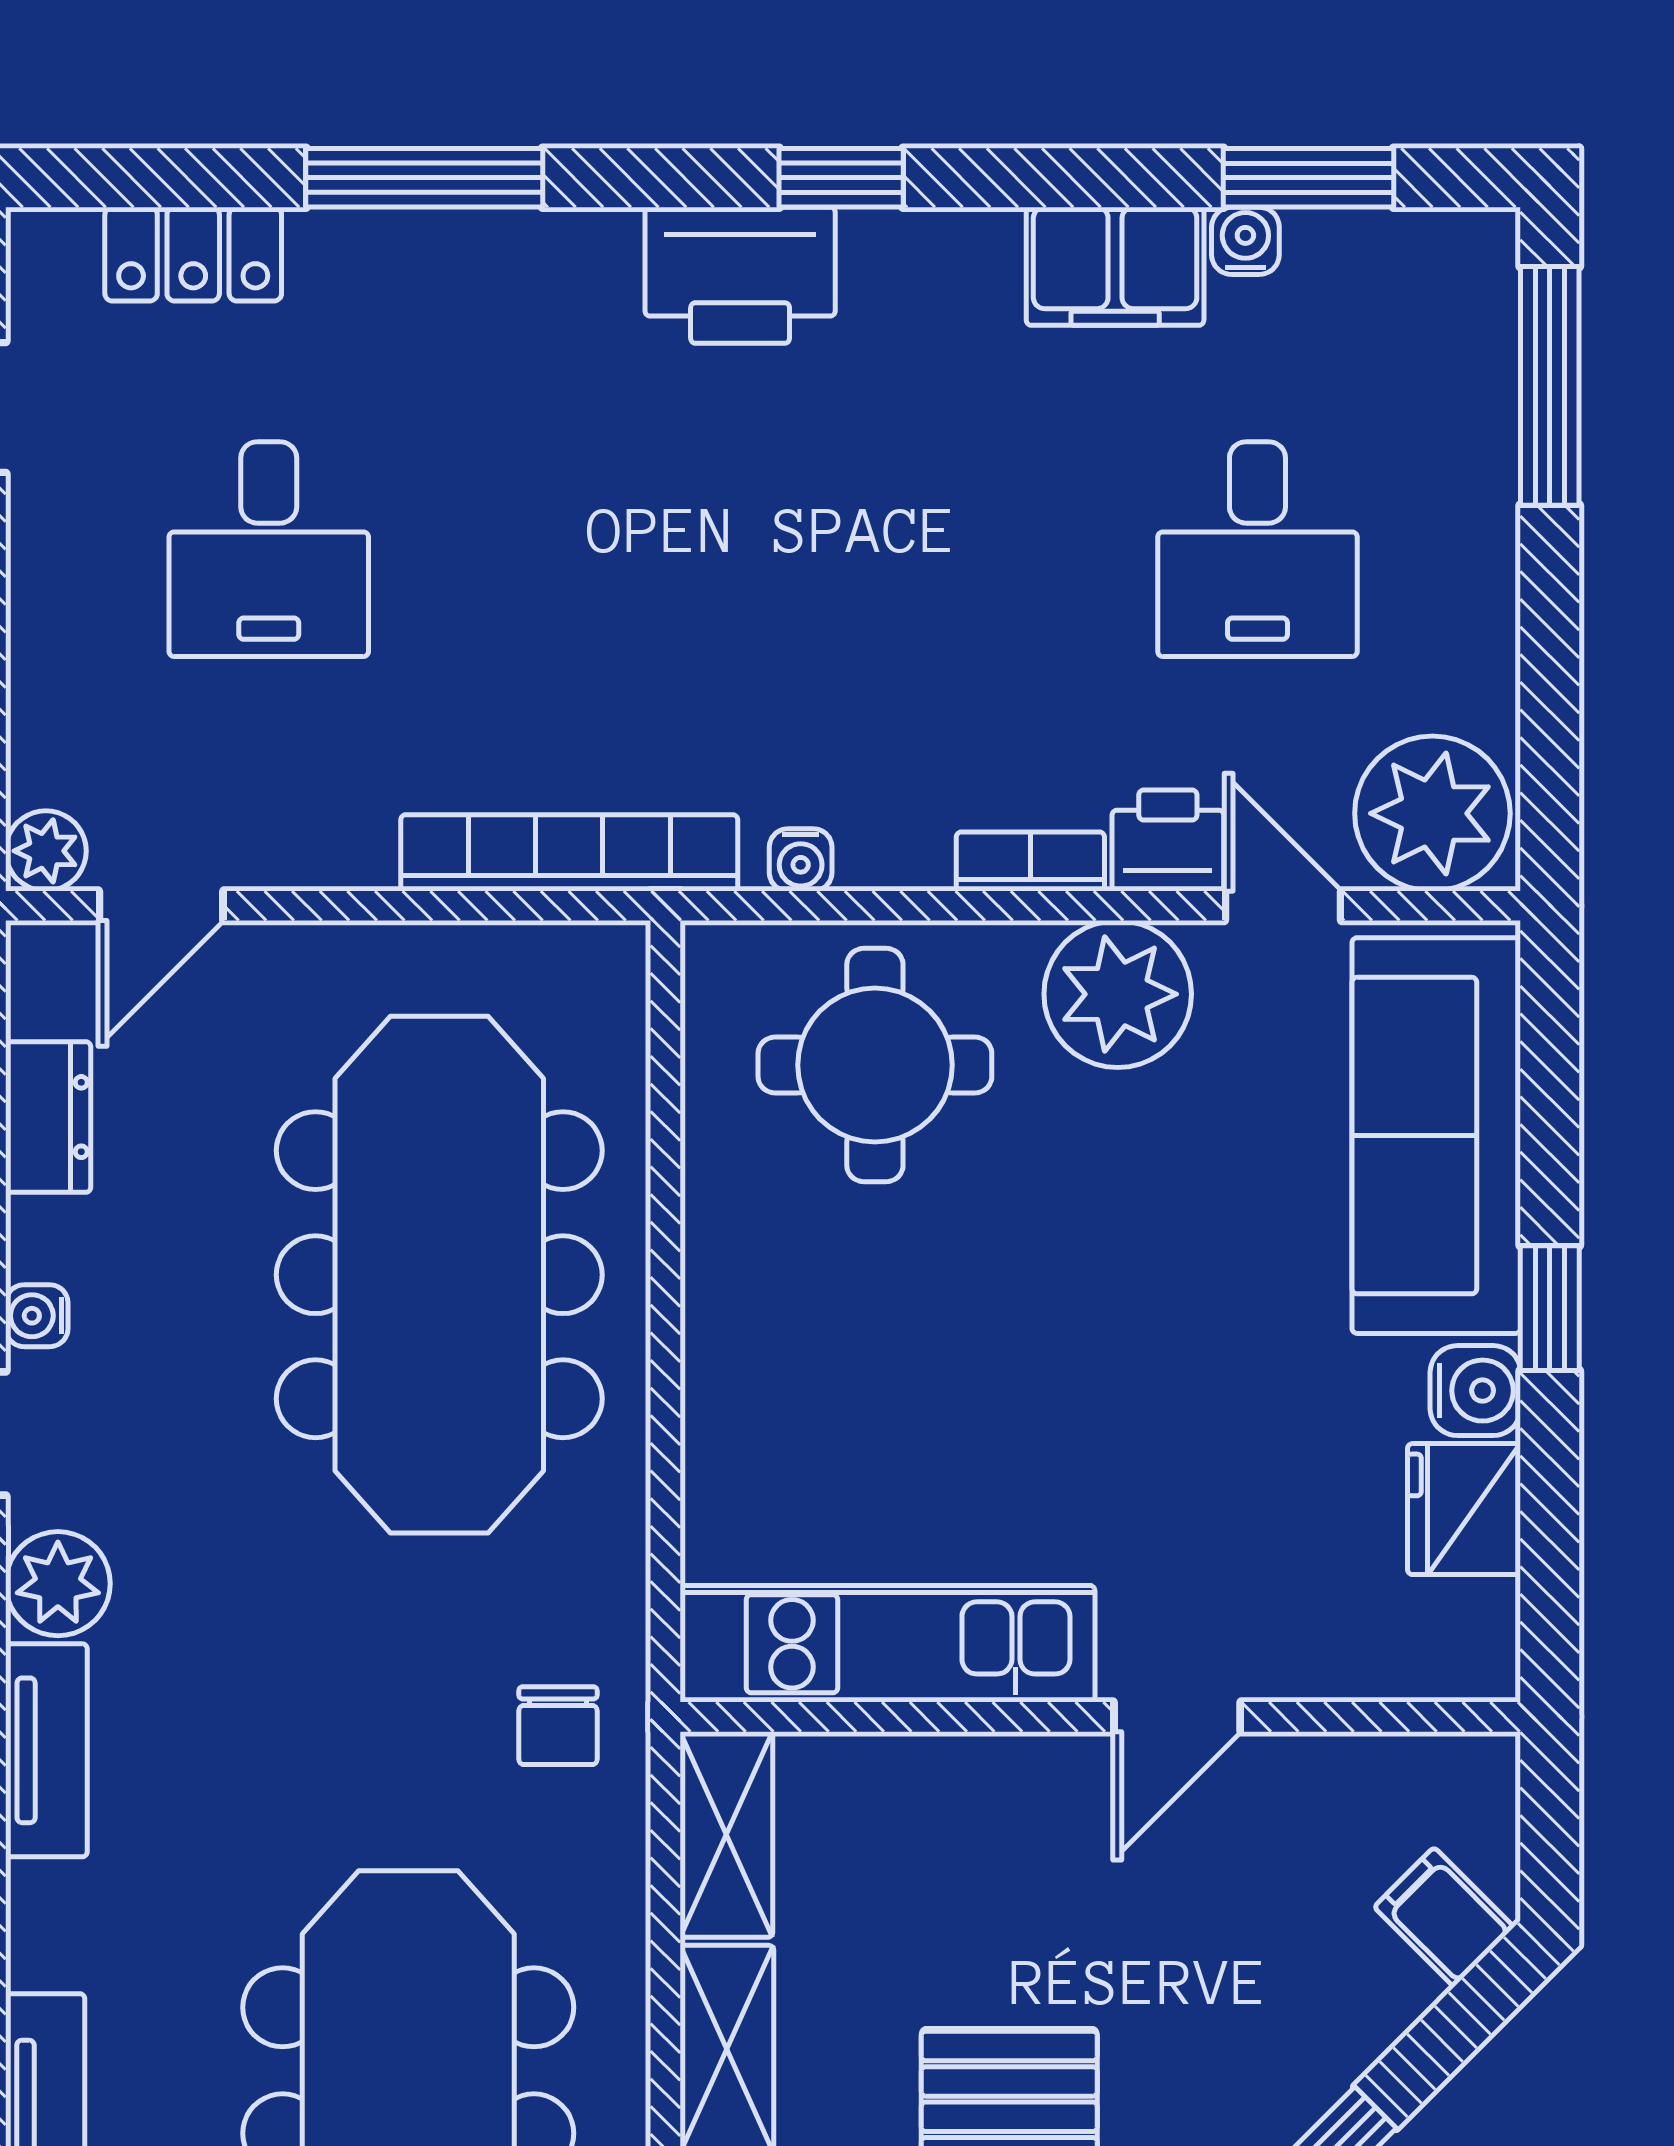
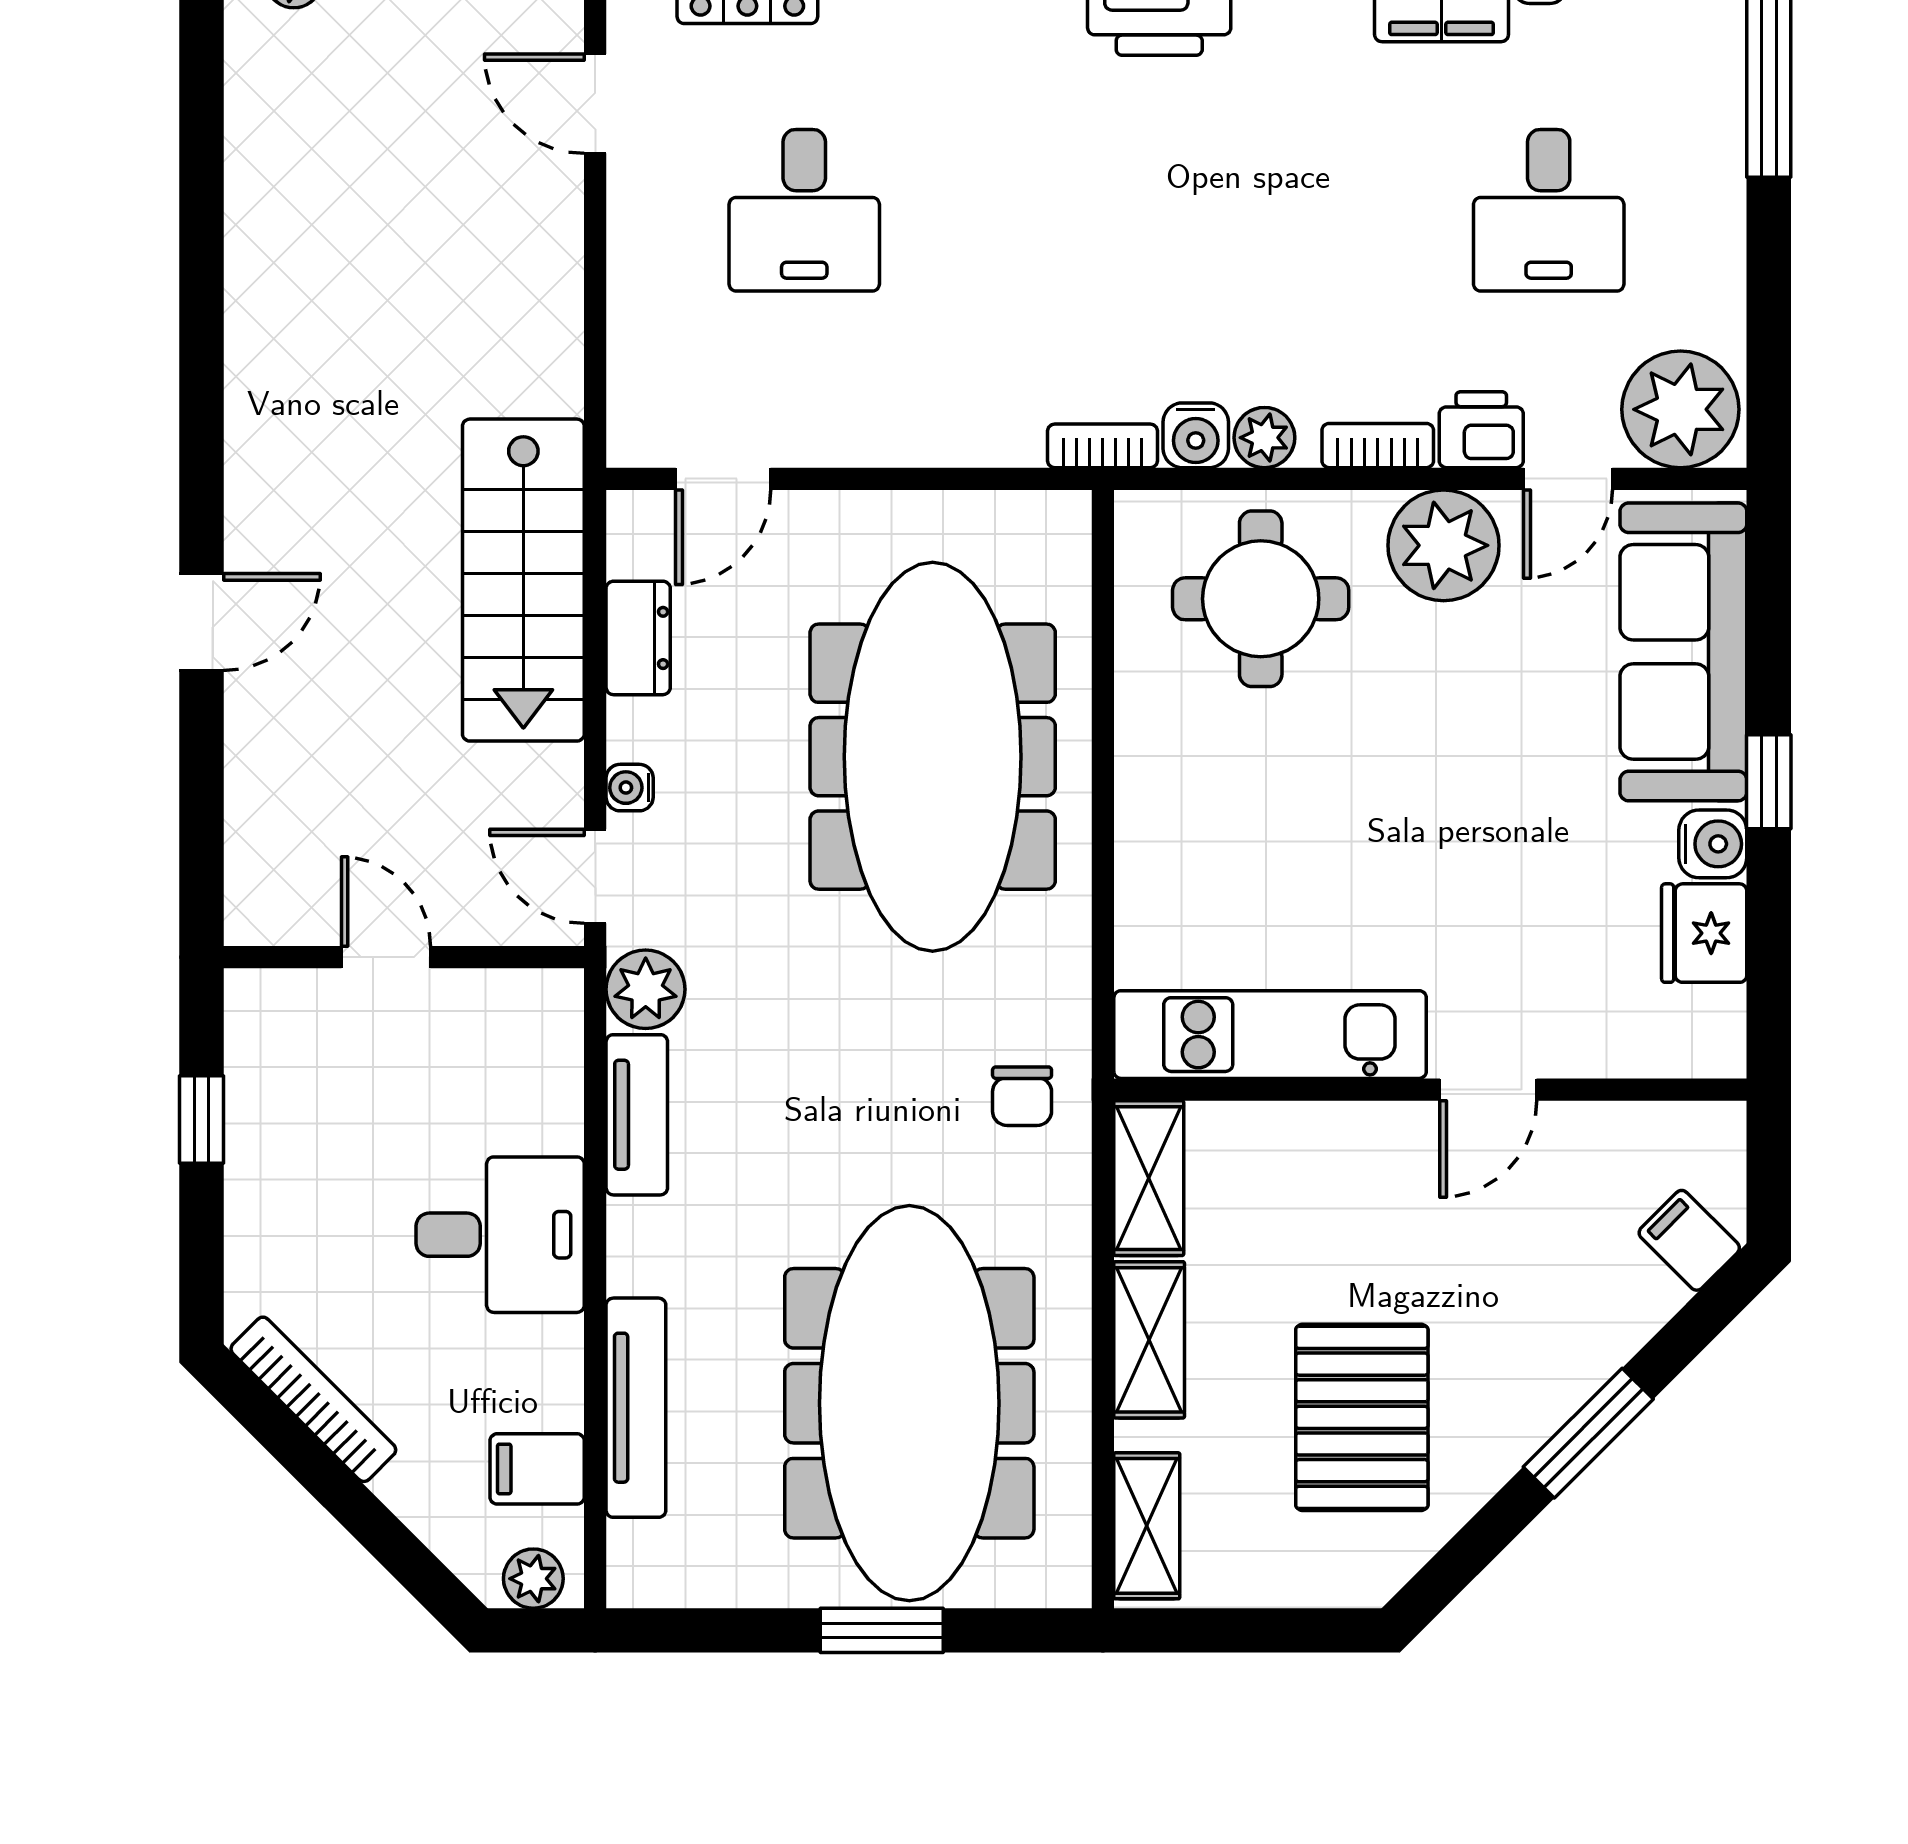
plant: (46, 851) -> (1264, 438), moved
bookcase: (569, 853) -> (1102, 446), width x0.43, depth x0.76
water cooler: (801, 860) -> (1196, 435), width x1.38, depth x1.38
door: (1283, 906) -> (1568, 479), swing flipped

